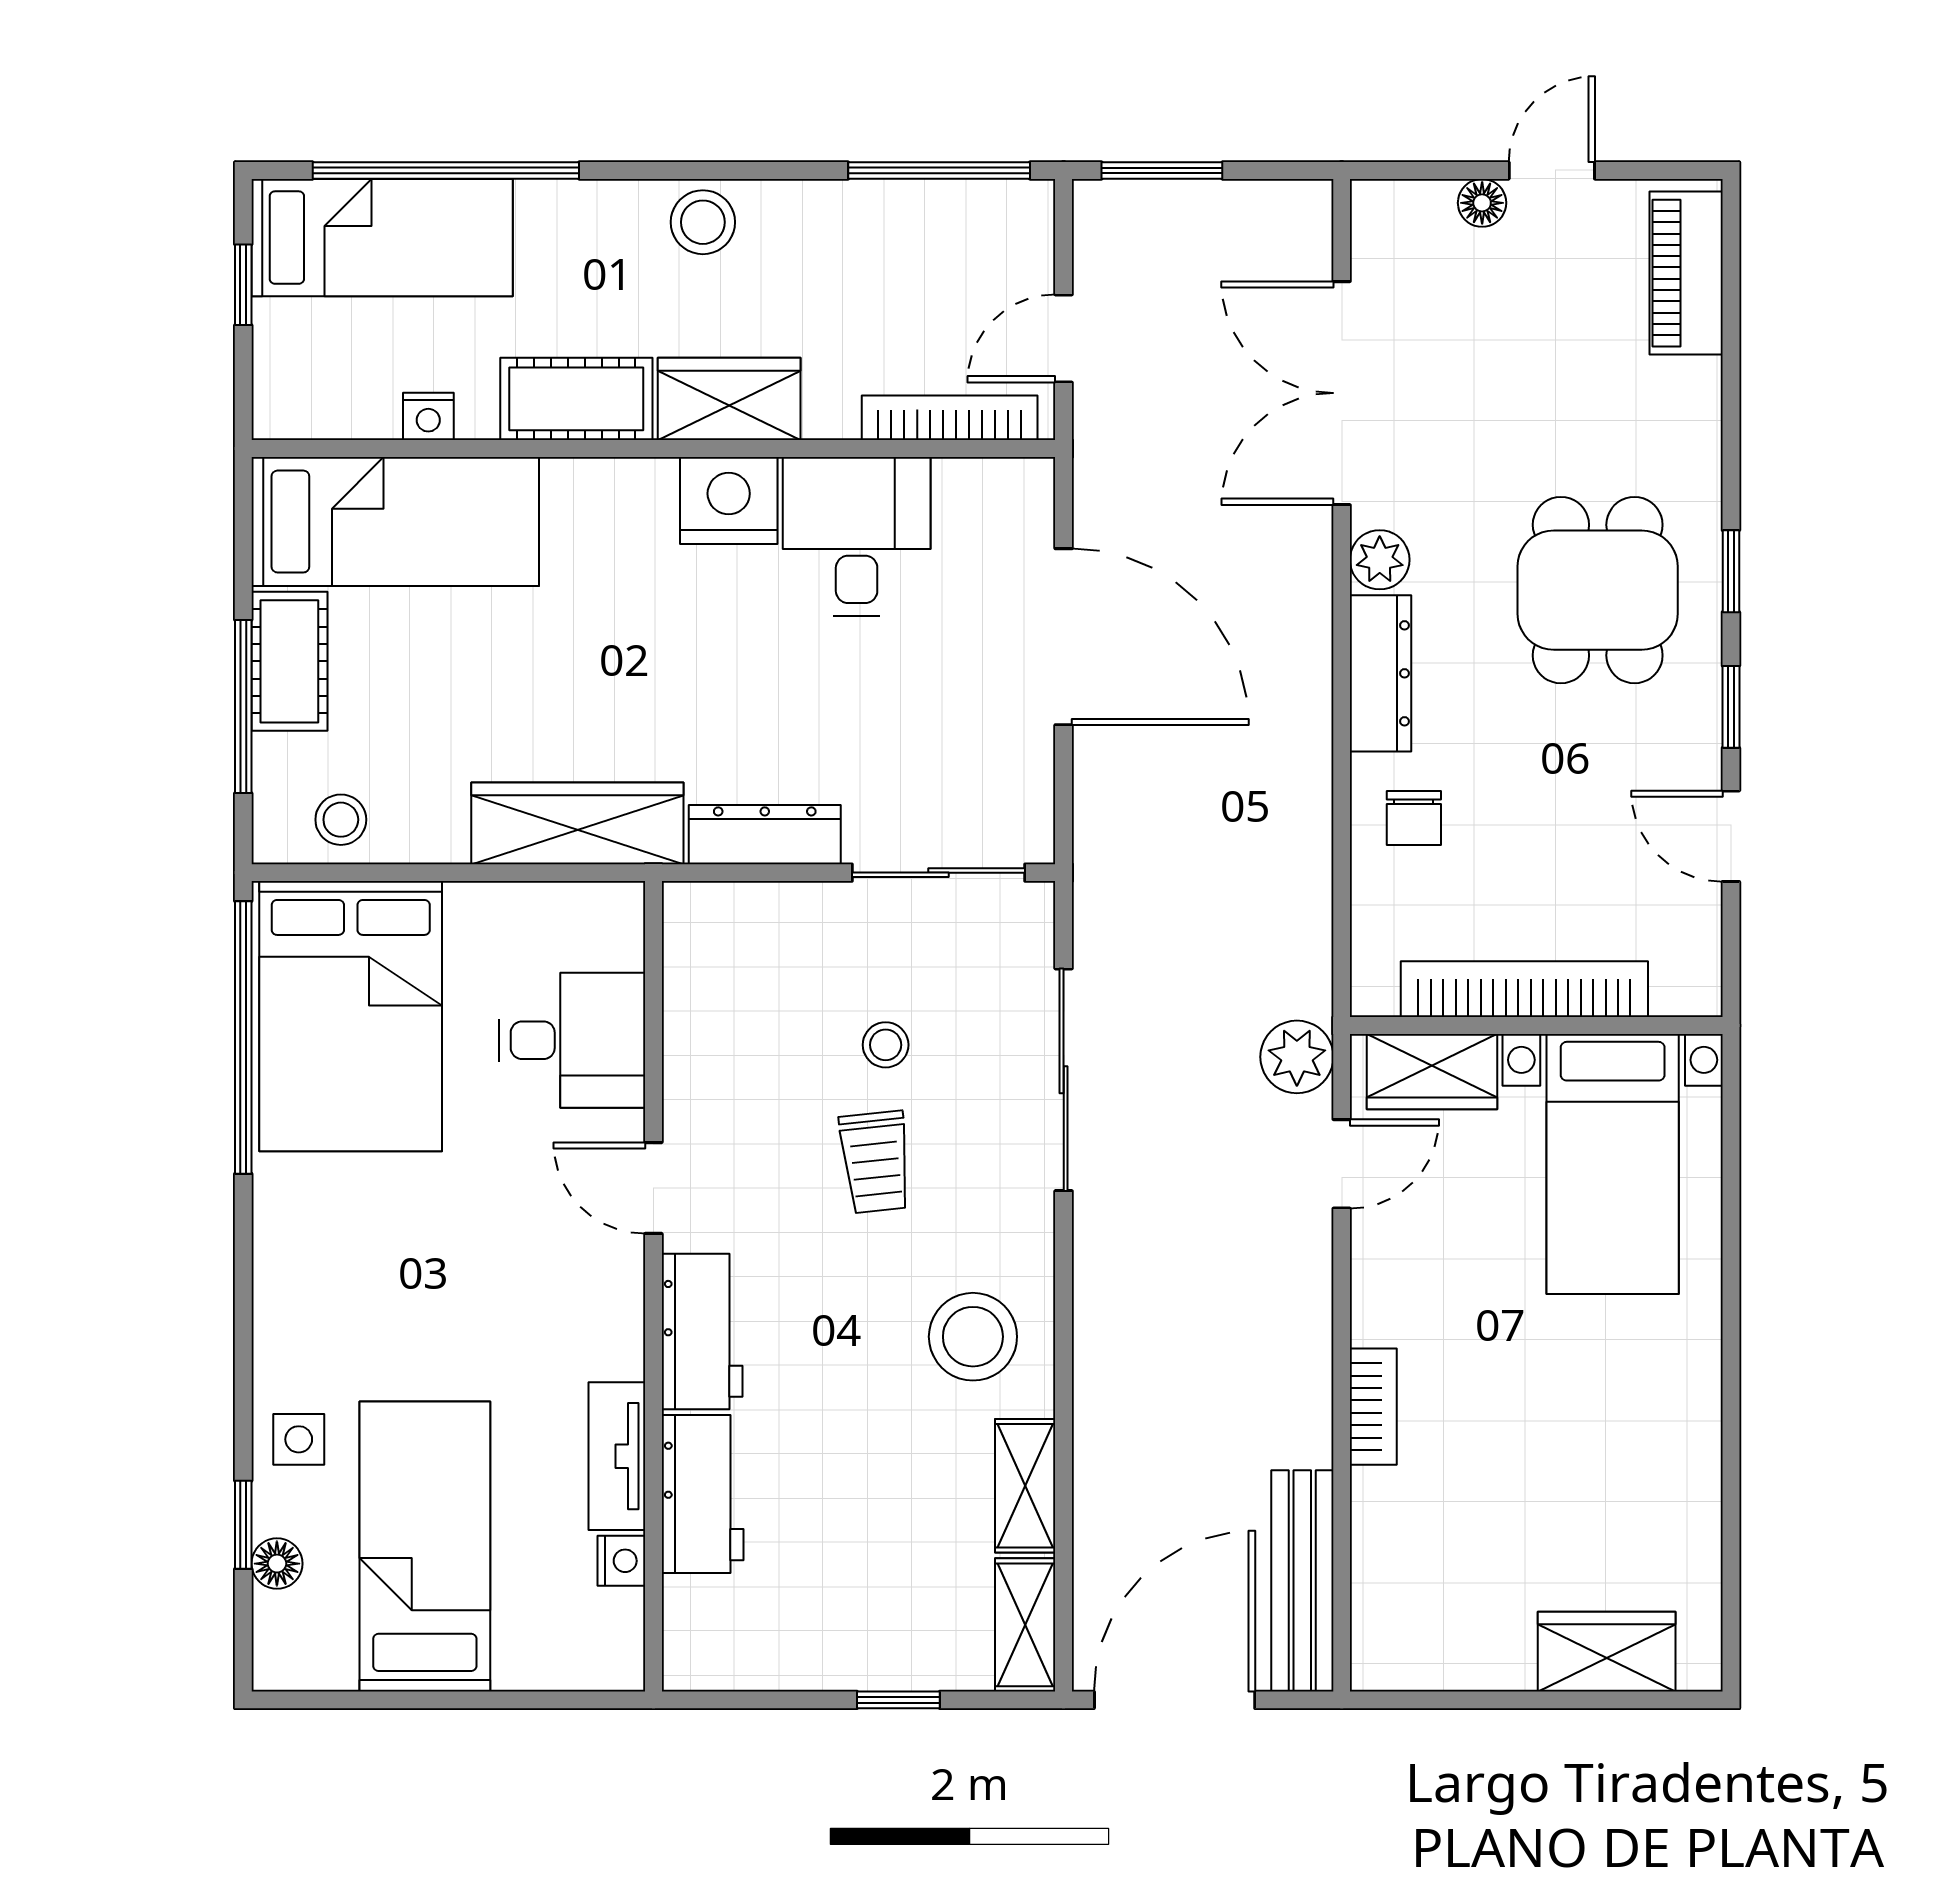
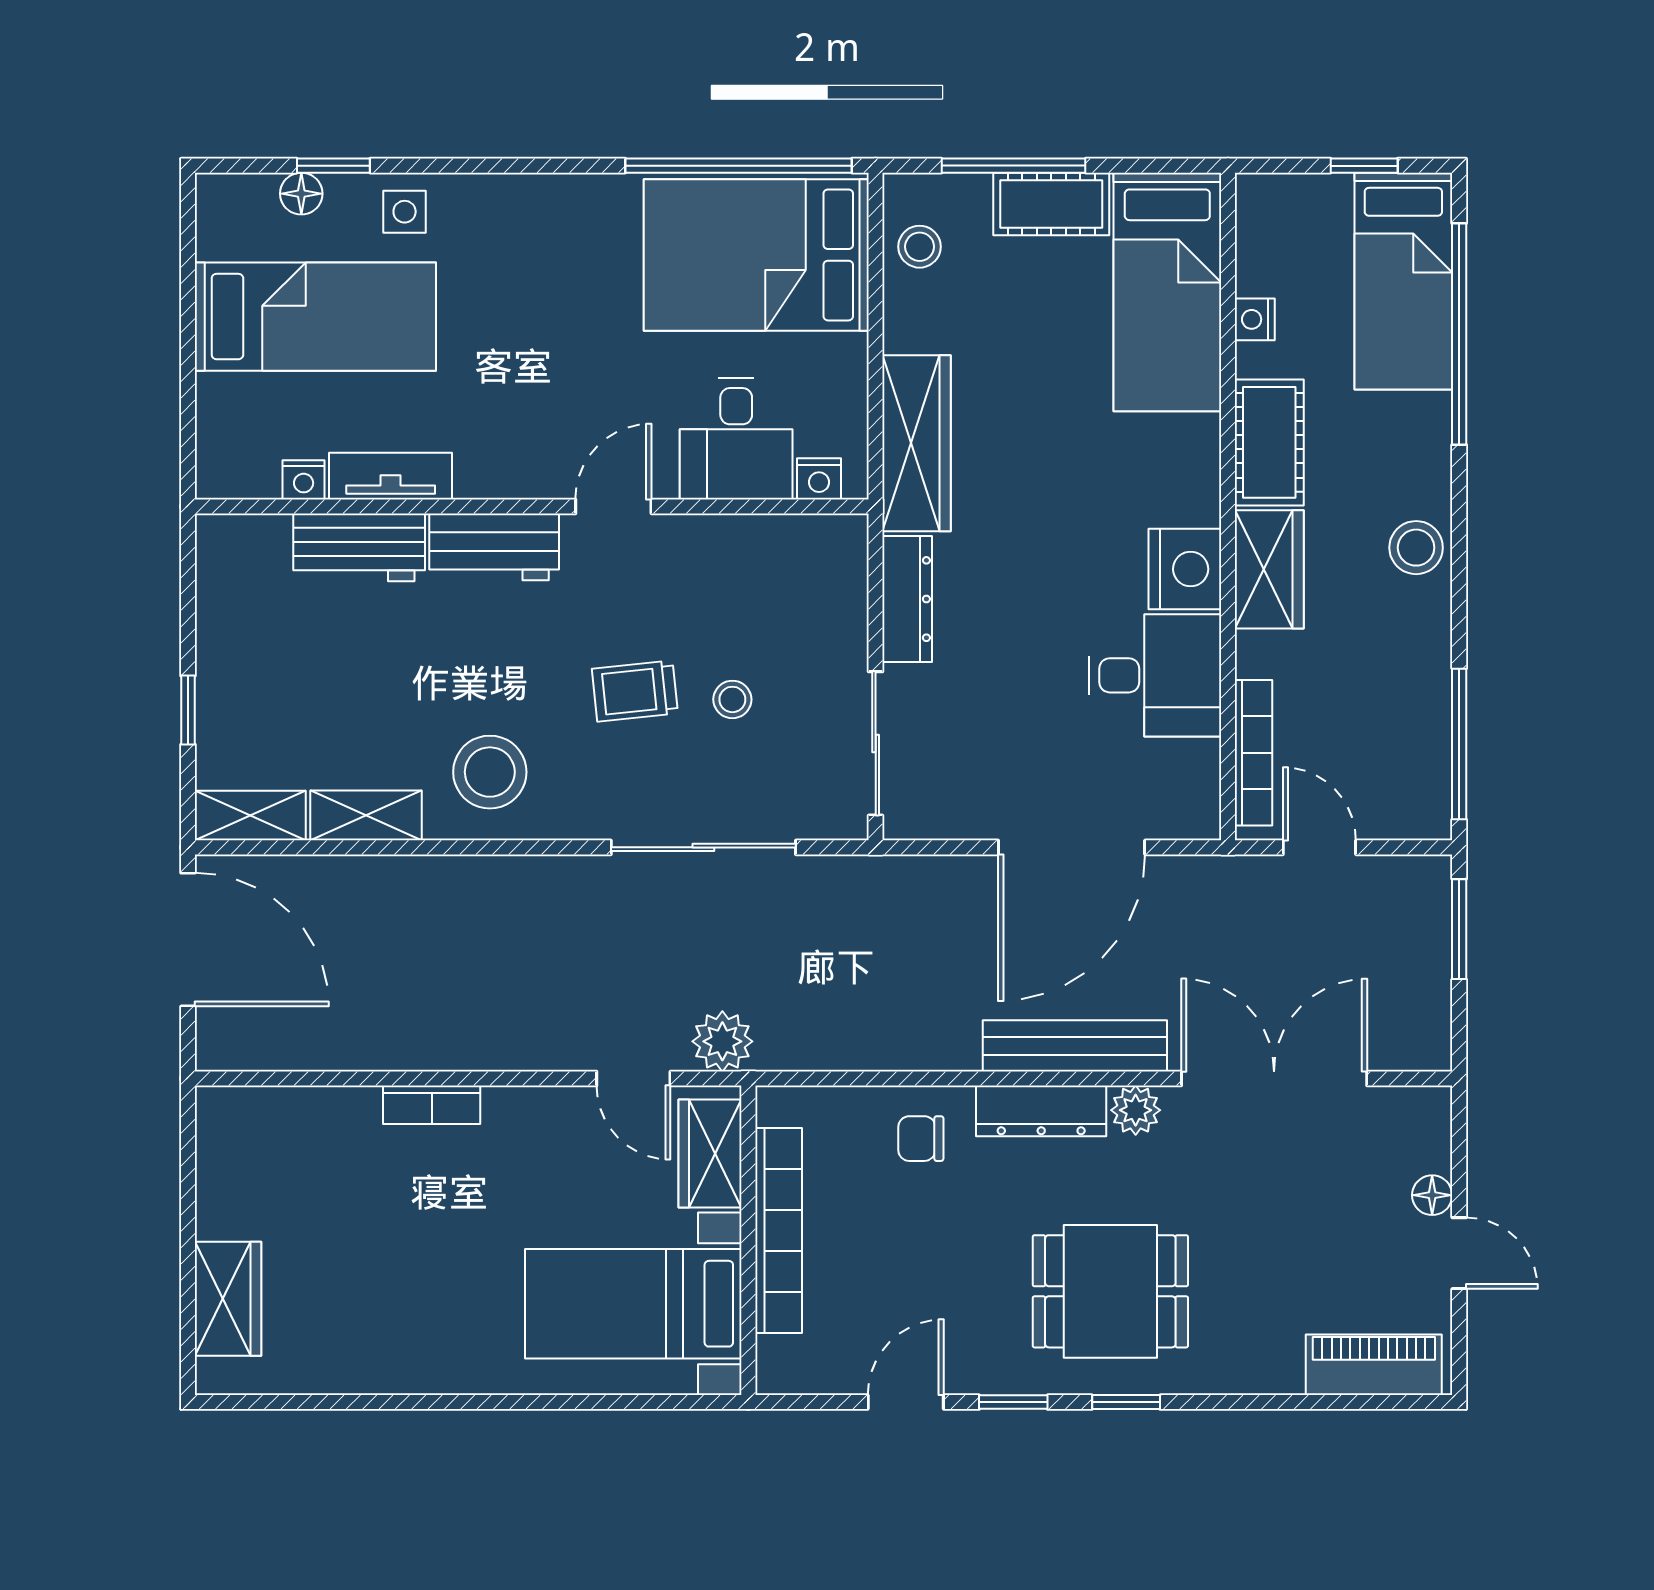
nightstand: (620, 941) -> (819, 479), added
bench: (1302, 1581) -> (1075, 1046), moved

